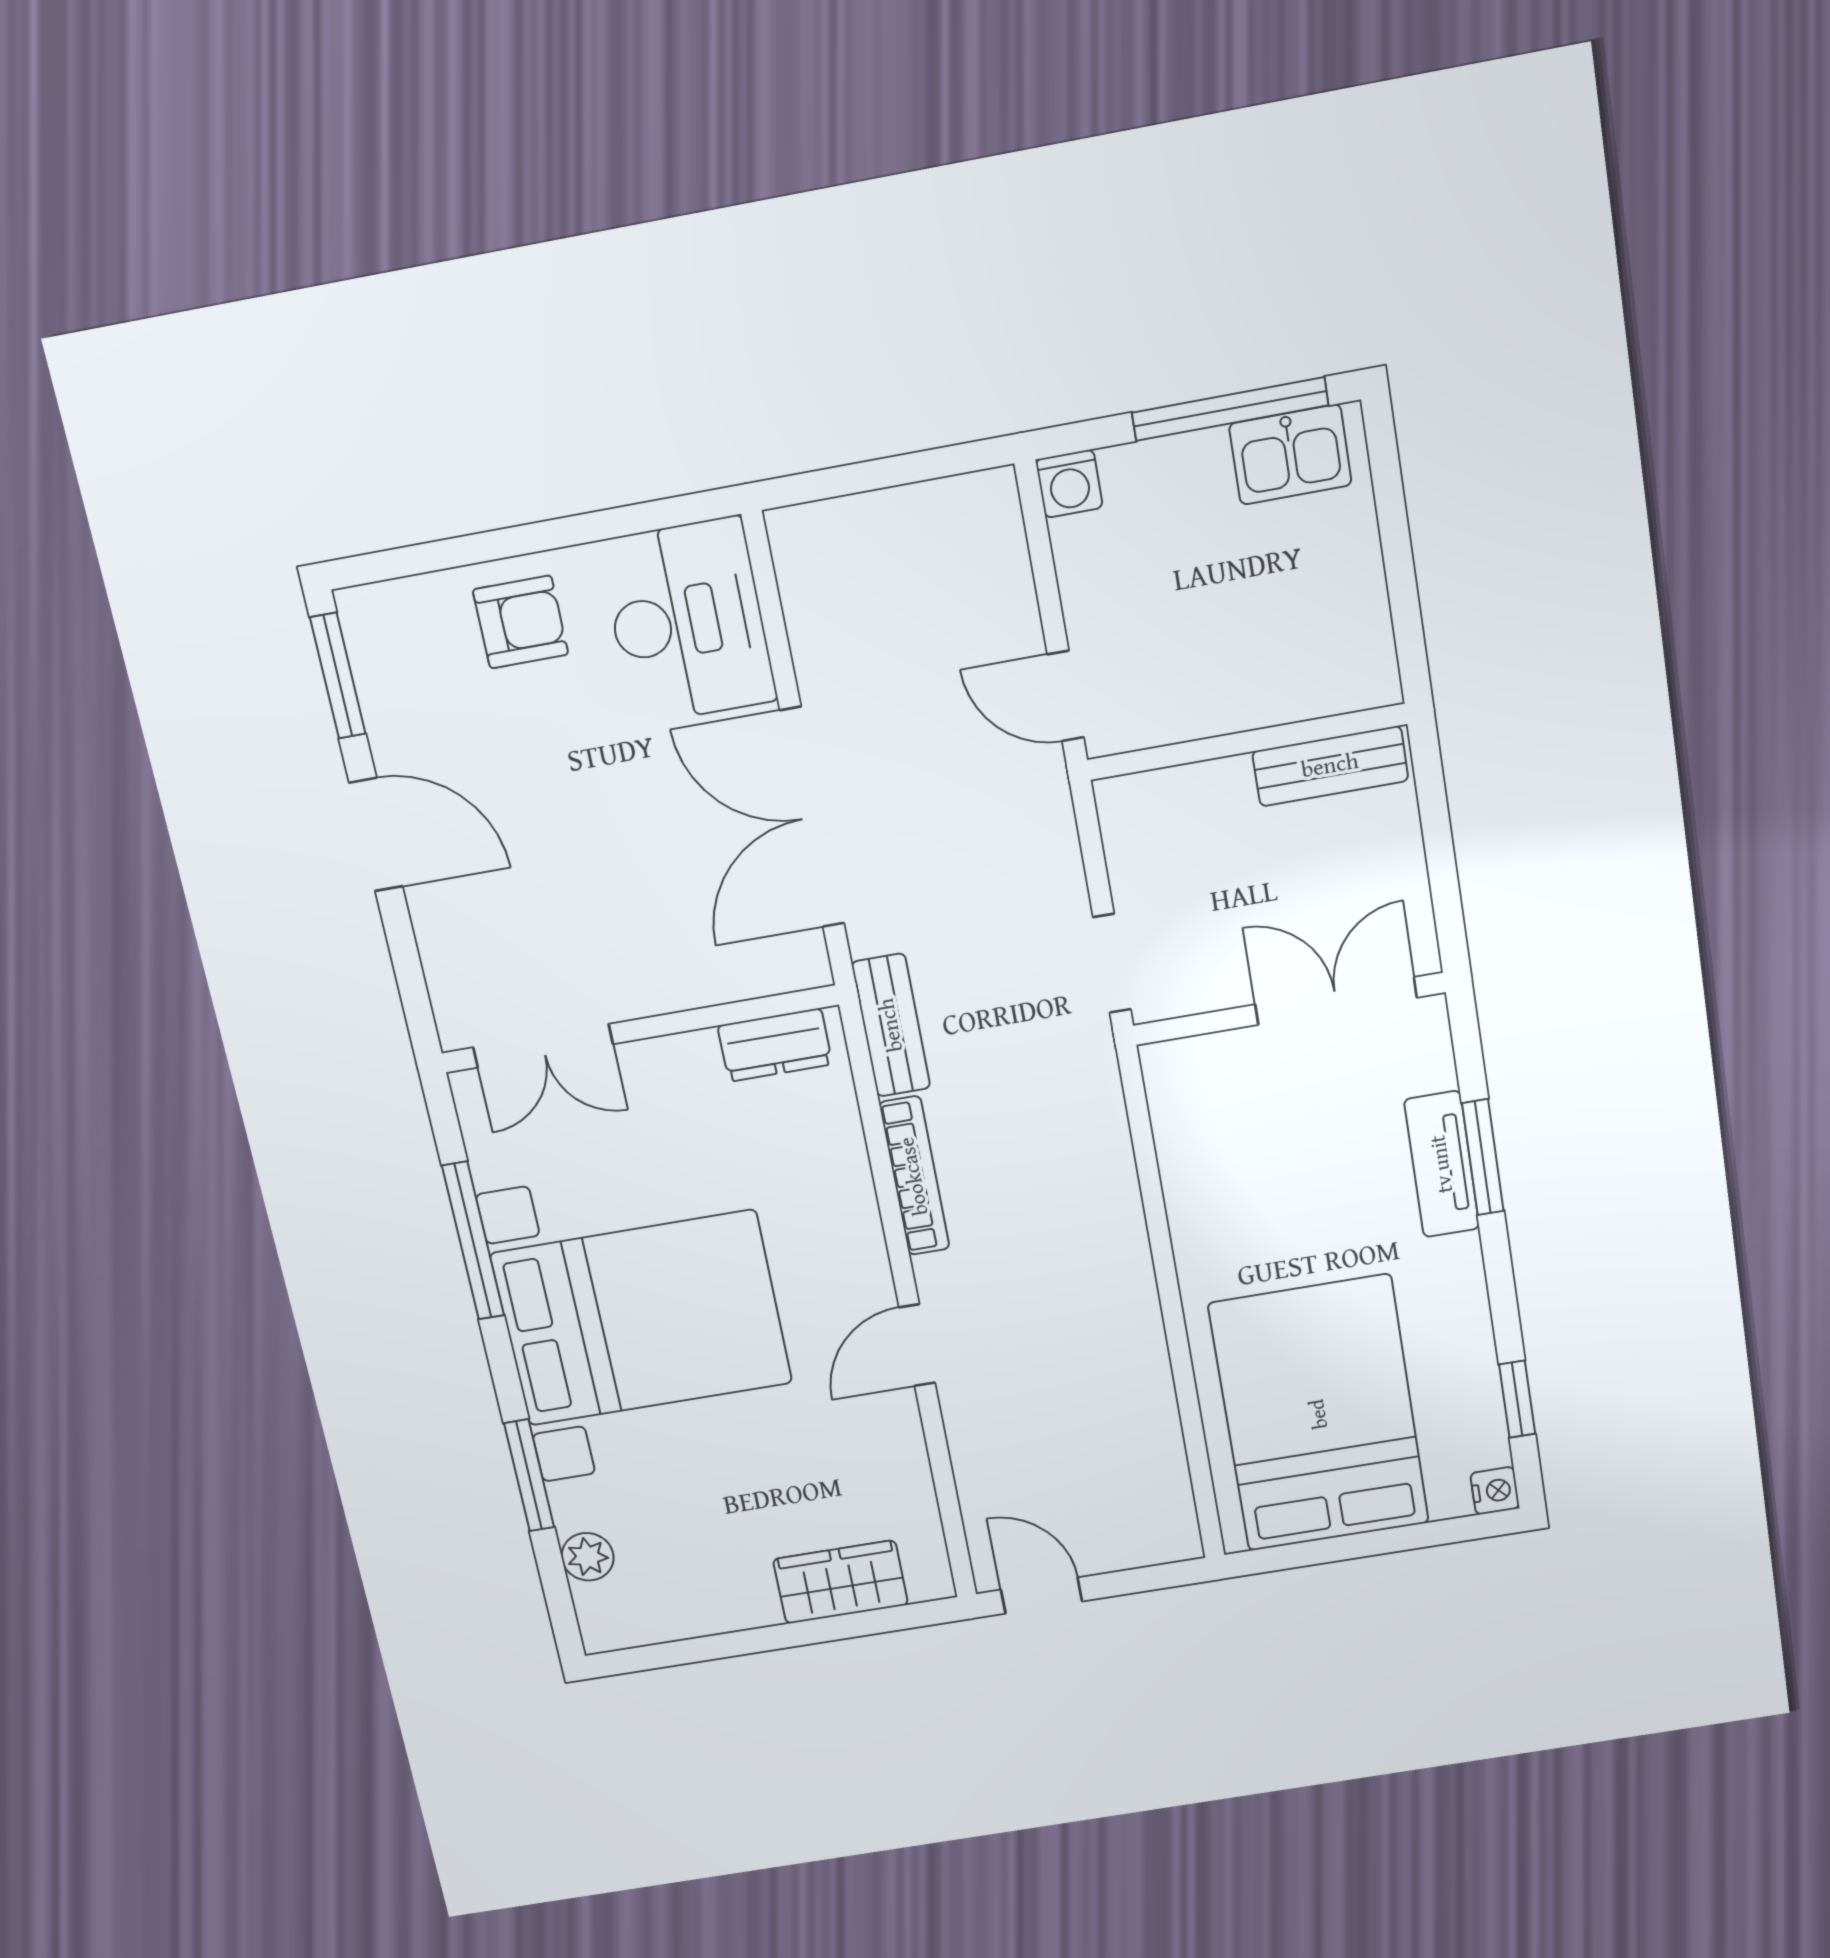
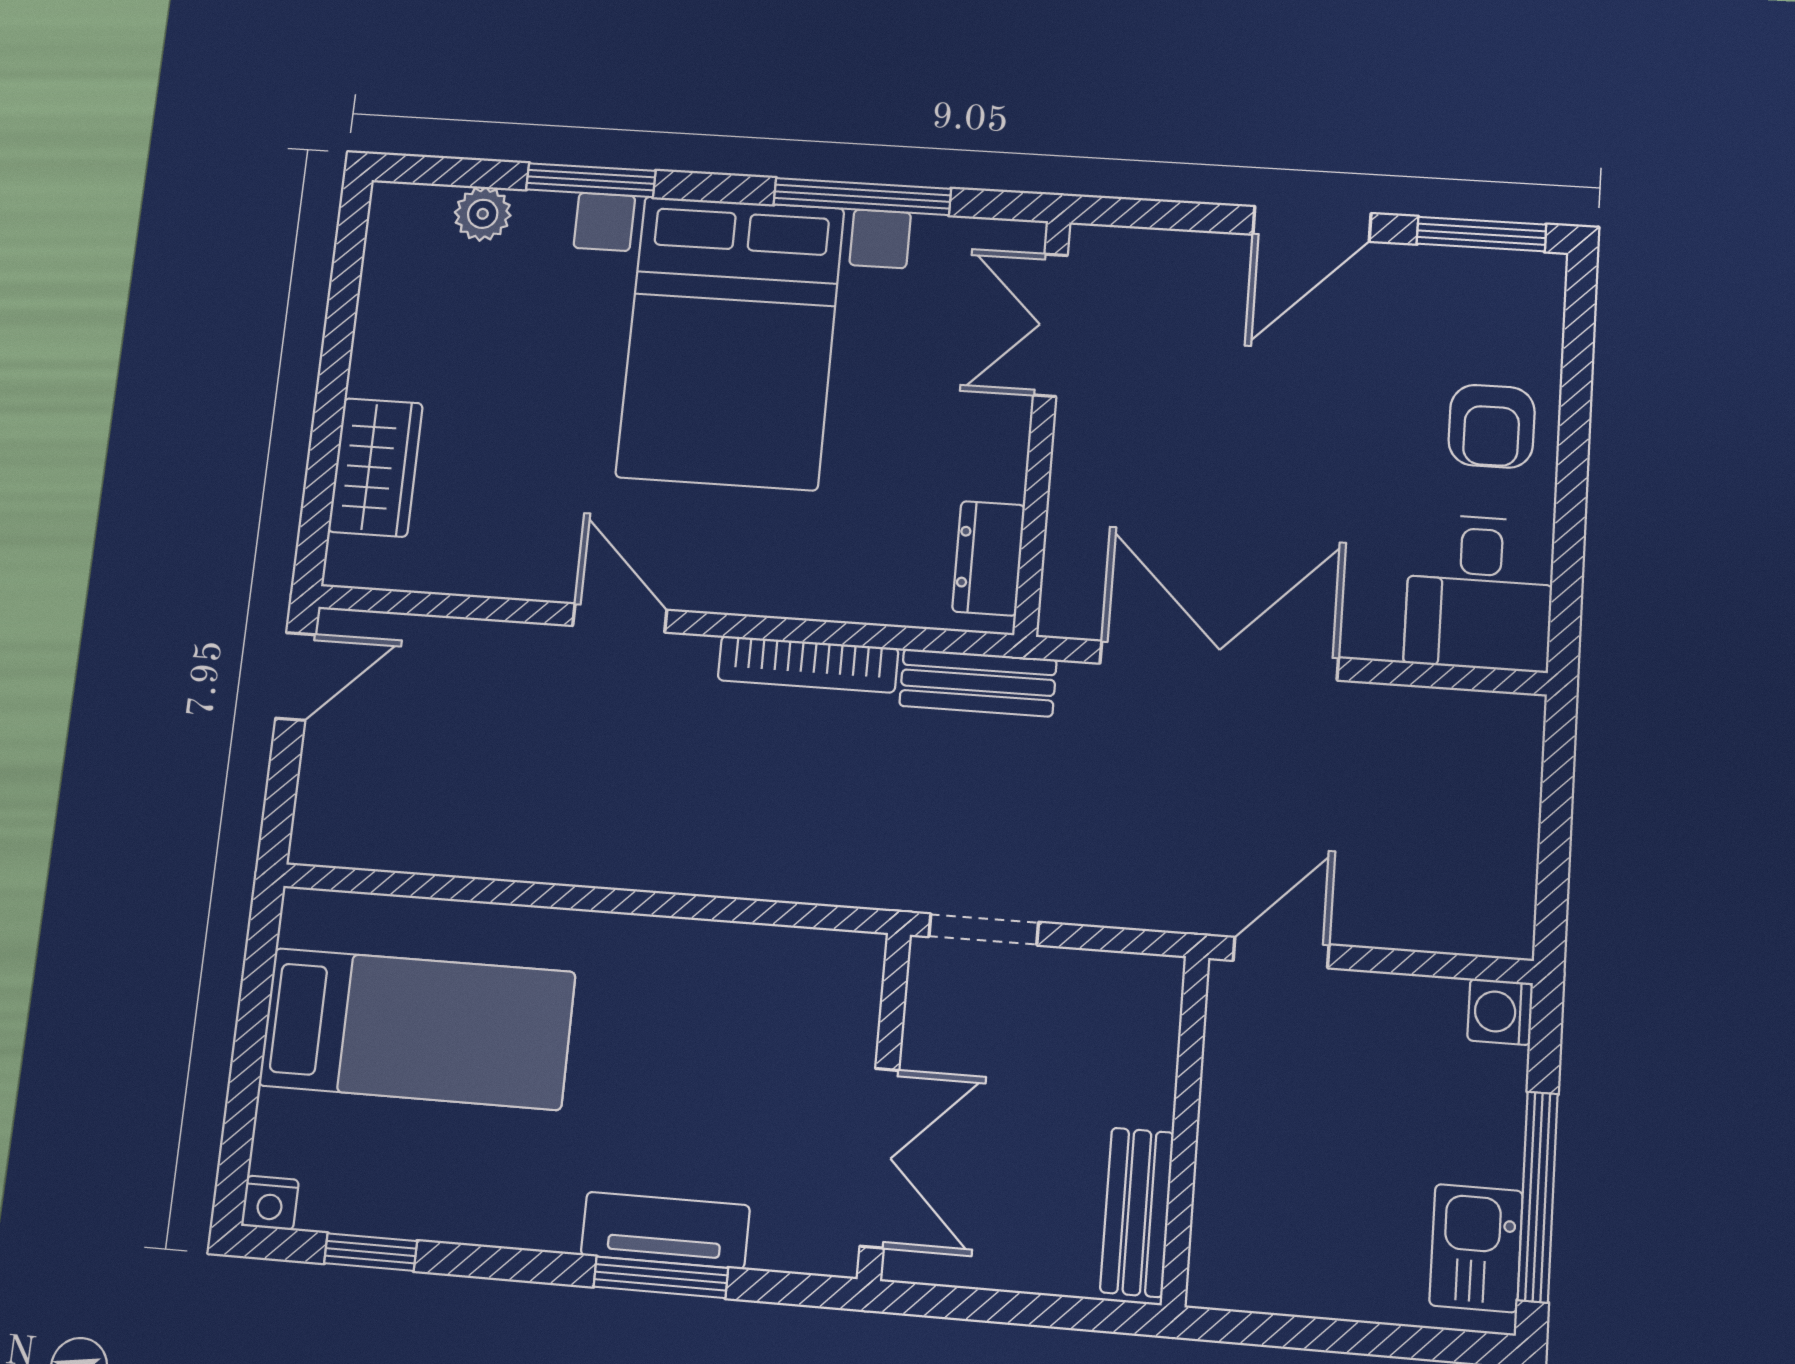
desk: (688, 621) -> (1479, 593), width x0.73
bed: (1319, 1414) -> (417, 1029), width x0.67

